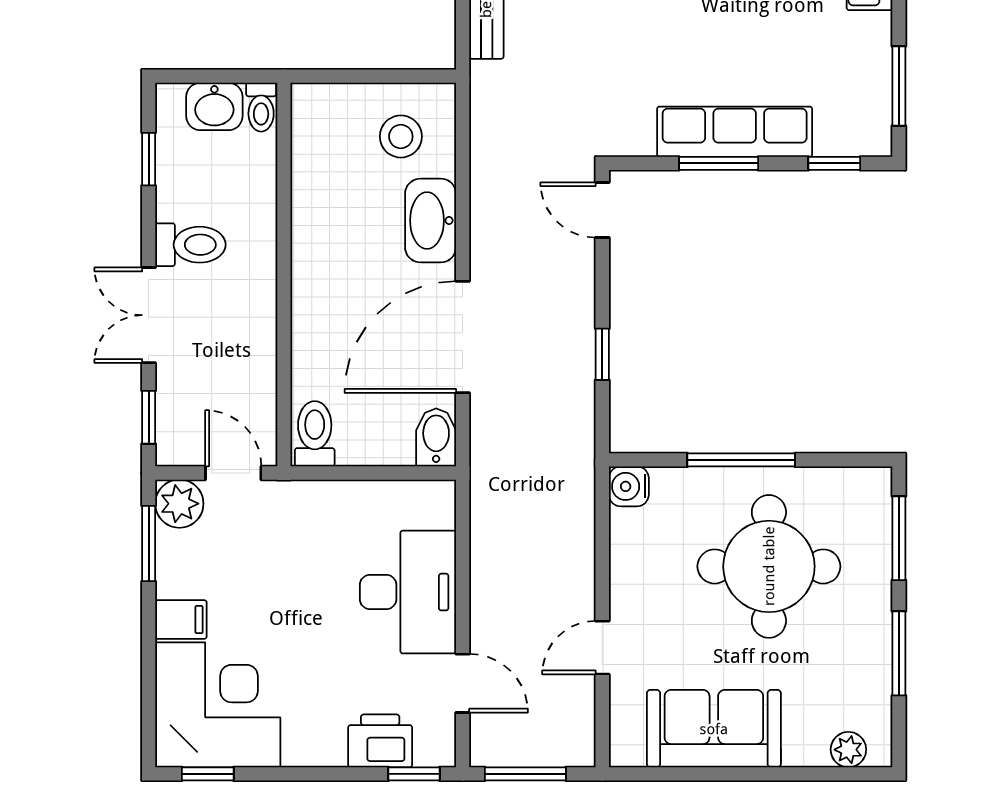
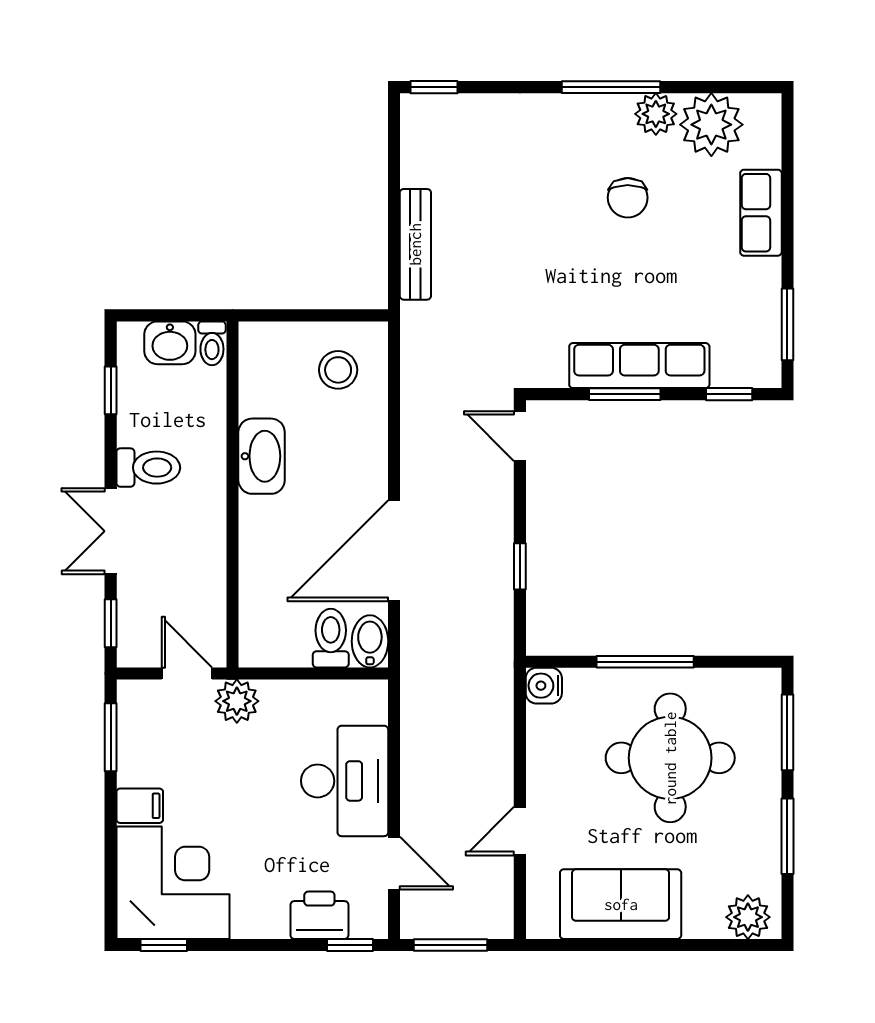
washbasin: (431, 220) -> (262, 456), moved, turned 180
toilet: (315, 434) -> (331, 638), moved
plant: (179, 504) -> (237, 701), moved
plant: (848, 750) -> (748, 917), width x1.38, depth x1.38

